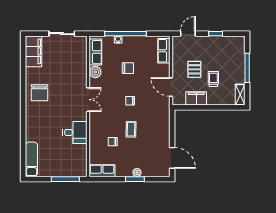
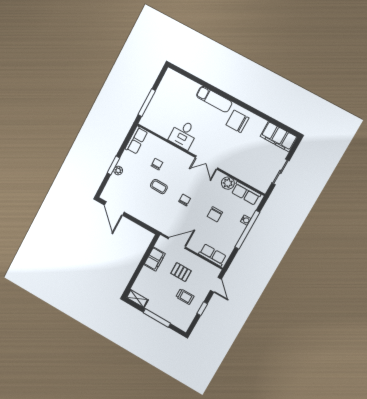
trolley: (213, 79) -> (185, 297), moved
door: (172, 158) -> (114, 209), hinge flipped
exam couch: (31, 159) -> (214, 99), moved

